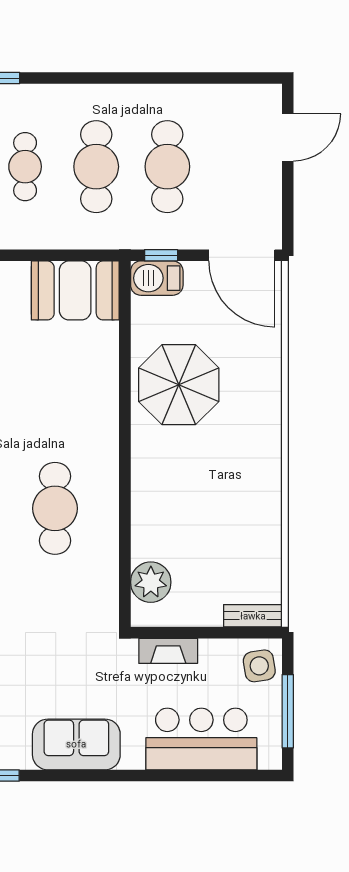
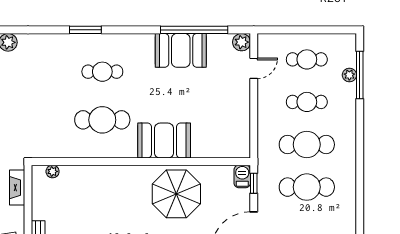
barbecue: (157, 278) -> (242, 176), width x0.73, depth x0.79
booth: (75, 290) -> (164, 141), moved, turned 90
plant: (151, 582) -> (53, 171), width x0.53, depth x0.53

